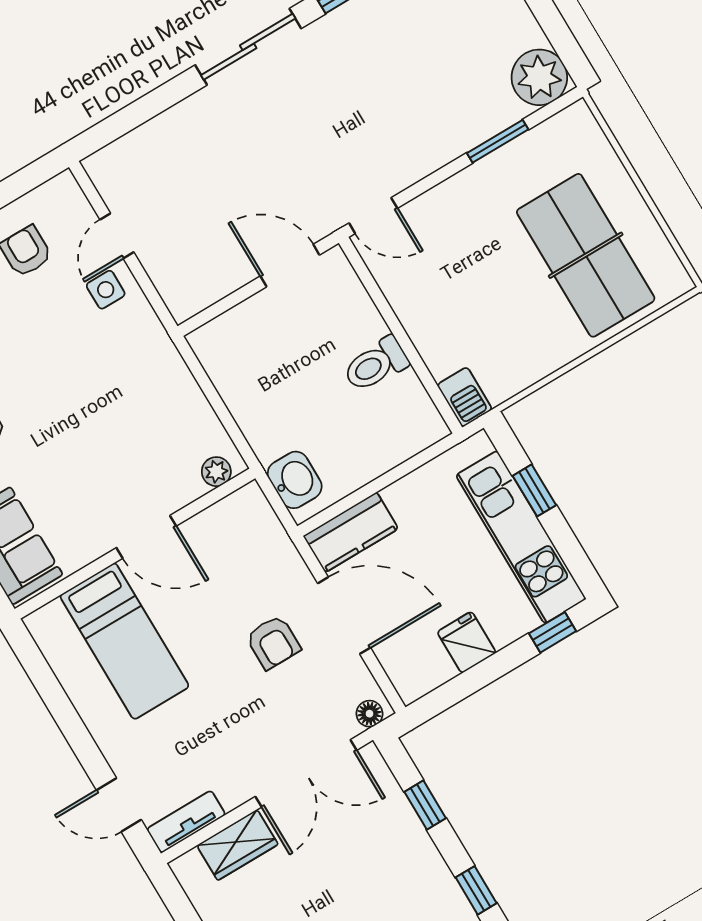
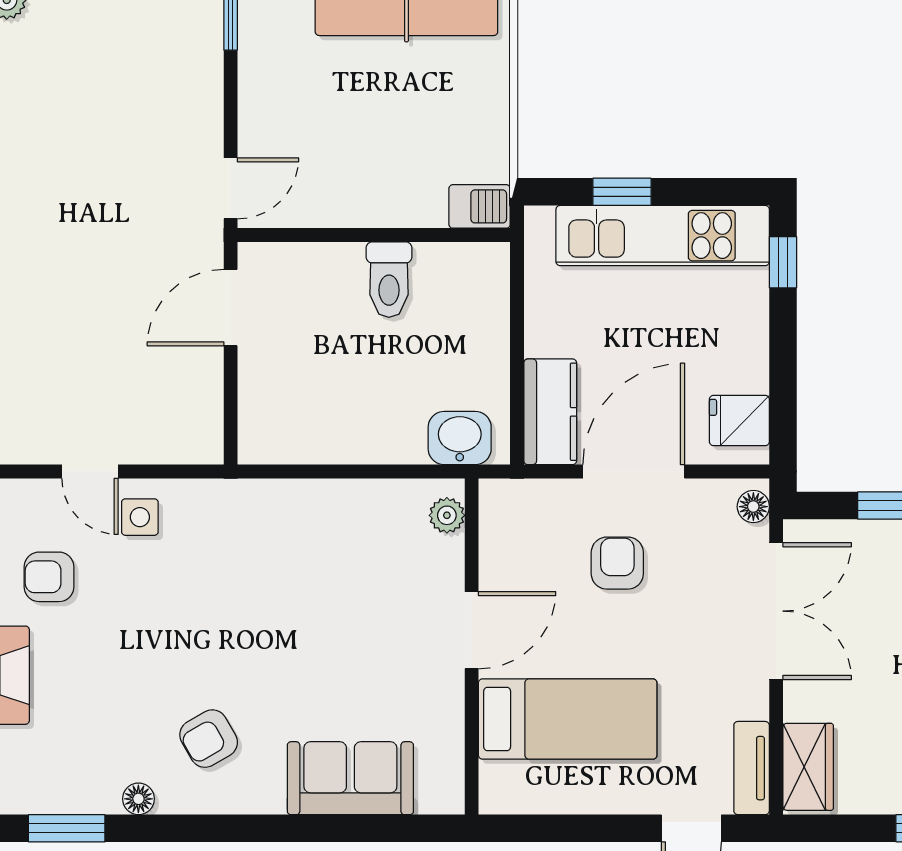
plant: (216, 472) -> (447, 515), moved
door: (146, 537) -> (472, 630), moved
wall: (135, 544) -> (472, 646), moved
bed: (124, 641) -> (568, 719), moved
armchair: (273, 642) -> (617, 563), turned -90
fridge: (467, 642) -> (739, 420), moved
wardrobe: (237, 845) -> (808, 767), moved

